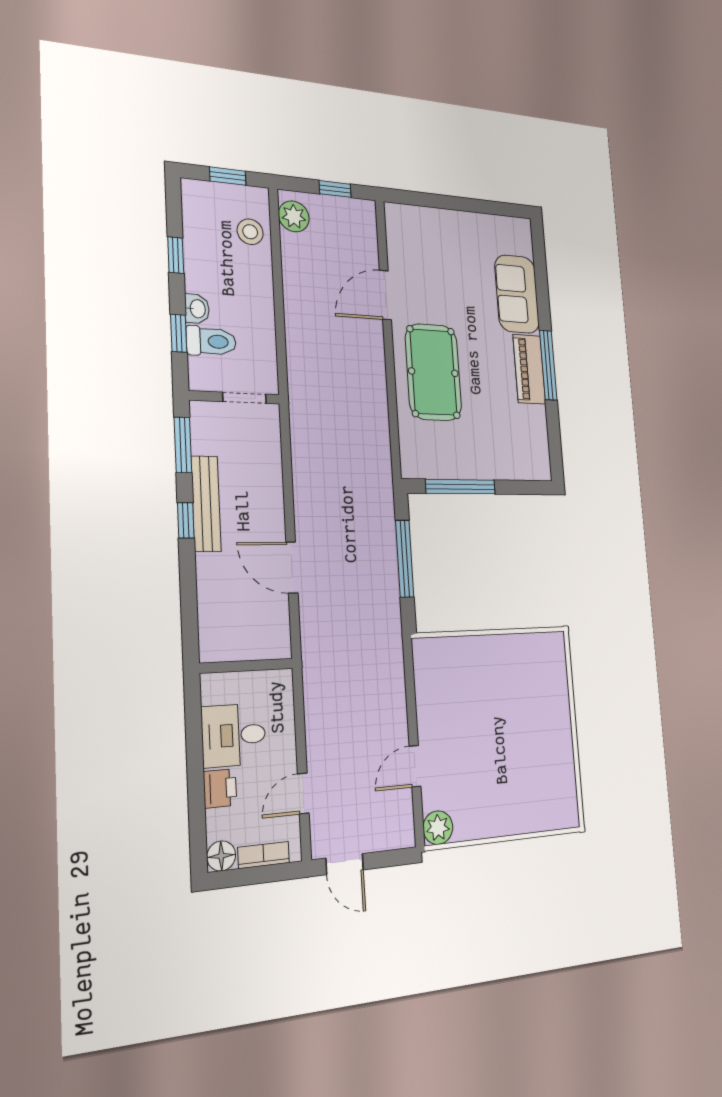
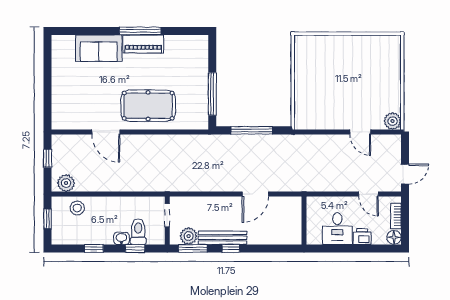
plant: (207, 437) -> (189, 236), added

